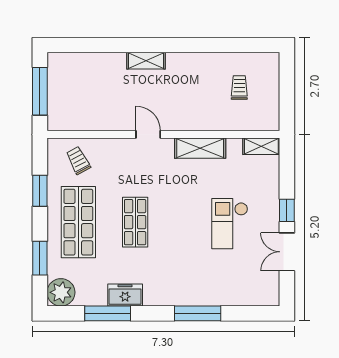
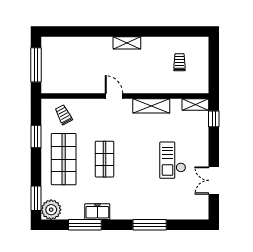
shelving: (146, 61) -> (127, 43), moved
window: (287, 210) -> (214, 119), moved
window: (40, 258) -> (36, 198), moved

